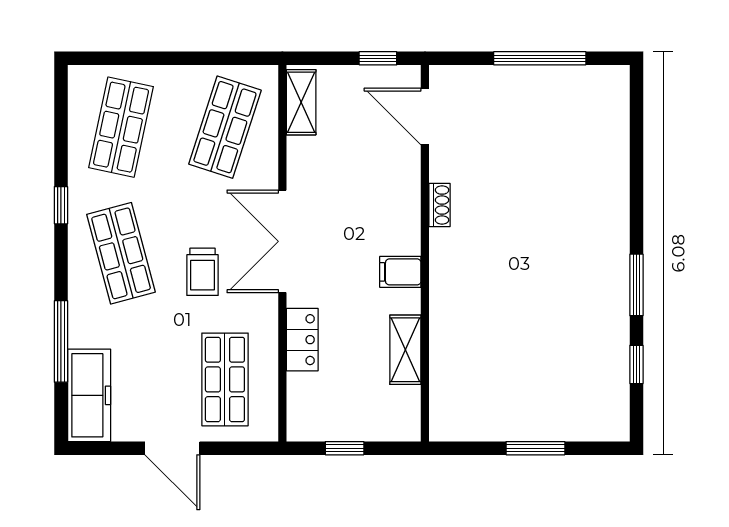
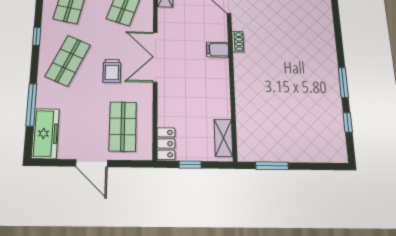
shop shelf: (121, 253) -> (68, 61), turned 39
filing cabinet: (400, 272) -> (218, 50), moved
locker: (302, 340) -> (166, 144), moved
shelving: (405, 350) -> (223, 138), moved
window: (535, 448) -> (272, 166), moved

